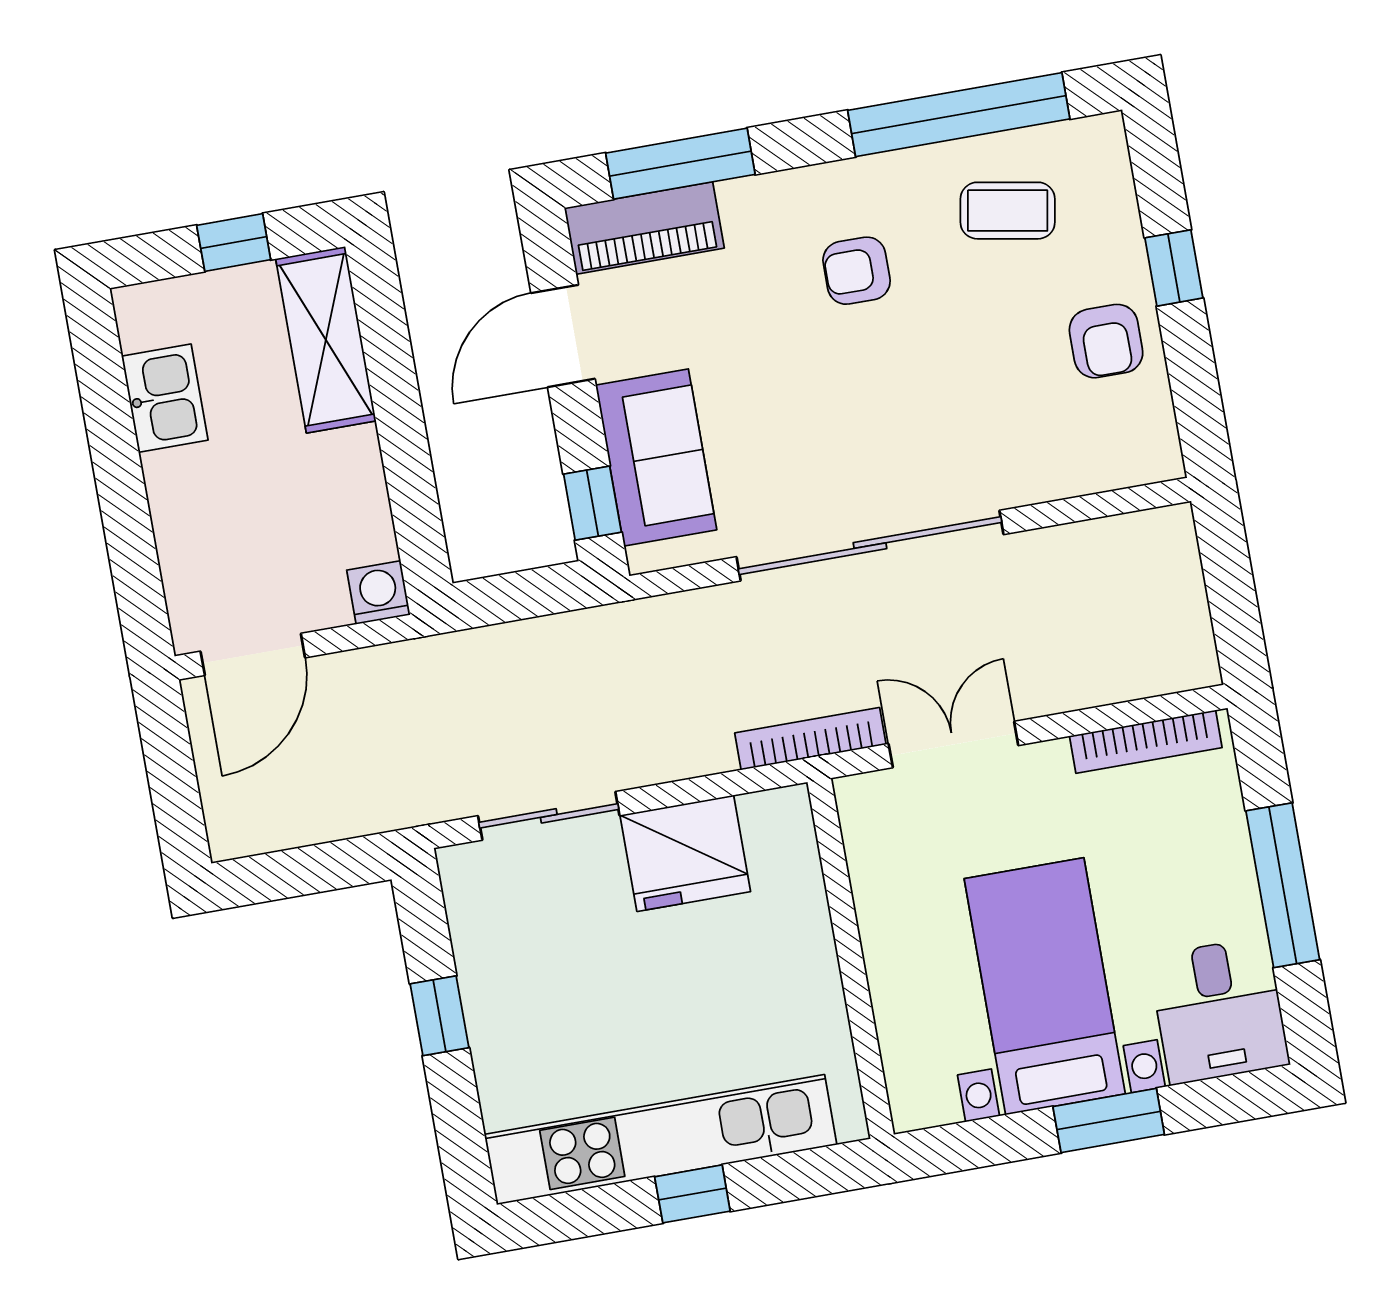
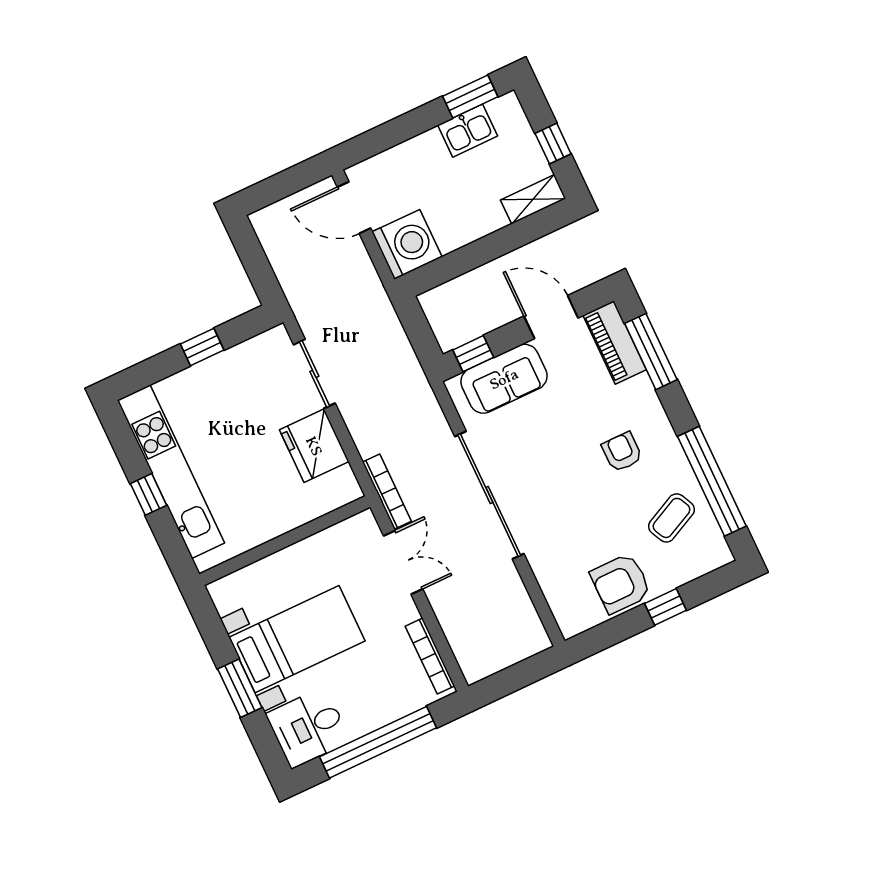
coffee table: (1008, 211) -> (671, 518), turned 54
shelving: (326, 340) -> (533, 199), width x0.67, depth x0.75
armchair: (1106, 341) -> (621, 583), width x1.38, depth x1.38
window: (101, 376) -> (470, 96), added
washing machine: (378, 592) -> (407, 244), width x1.89, depth x1.89
window: (1283, 885) -> (378, 742), width x1.46

